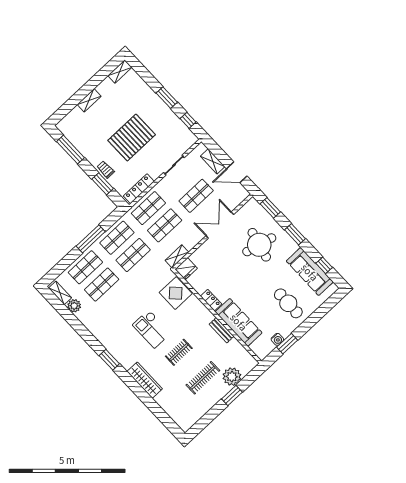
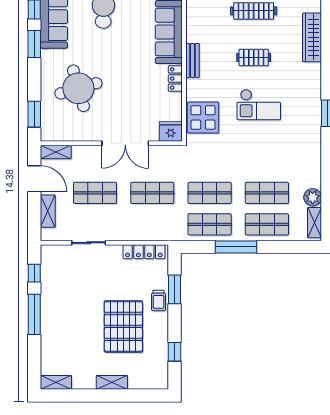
window: (167, 98) -> (34, 314), width x1.44
pallet: (132, 138) -> (123, 326), moved, turned 90
window: (70, 150) -> (175, 352), width x0.46
shop shelf: (148, 208) -> (152, 224), removed
double door: (220, 225) -> (125, 143), moved
window: (295, 234) -> (34, 44), moved
round table: (259, 245) -> (78, 88), turned -30
shelving: (177, 256) -> (56, 152), moved
checkout: (152, 329) -> (259, 105), turned 90
bench: (222, 330) -> (192, 61), moved
wardrobe: (145, 380) -> (312, 37), moved

